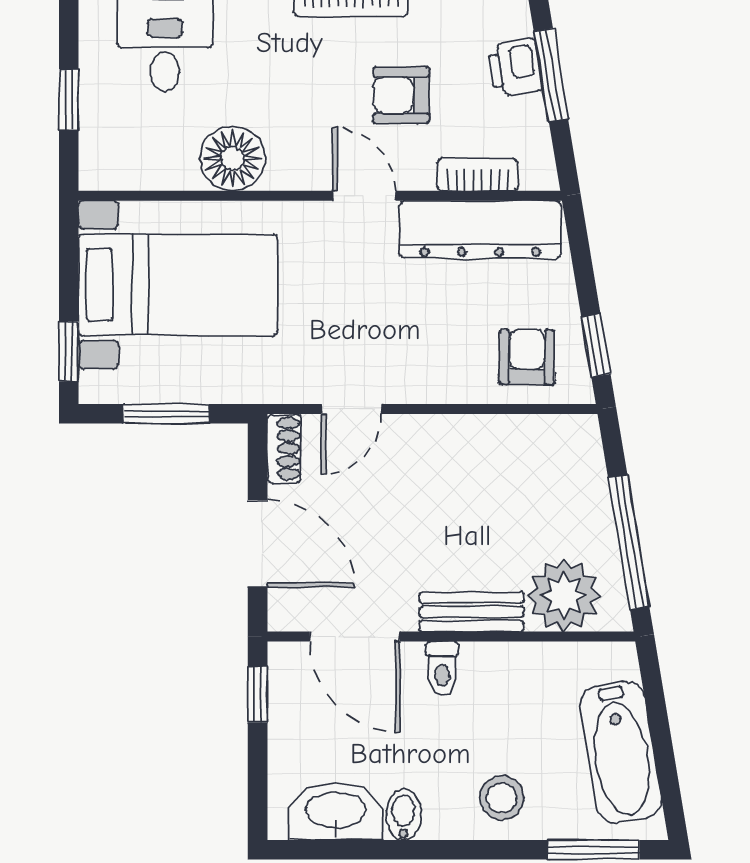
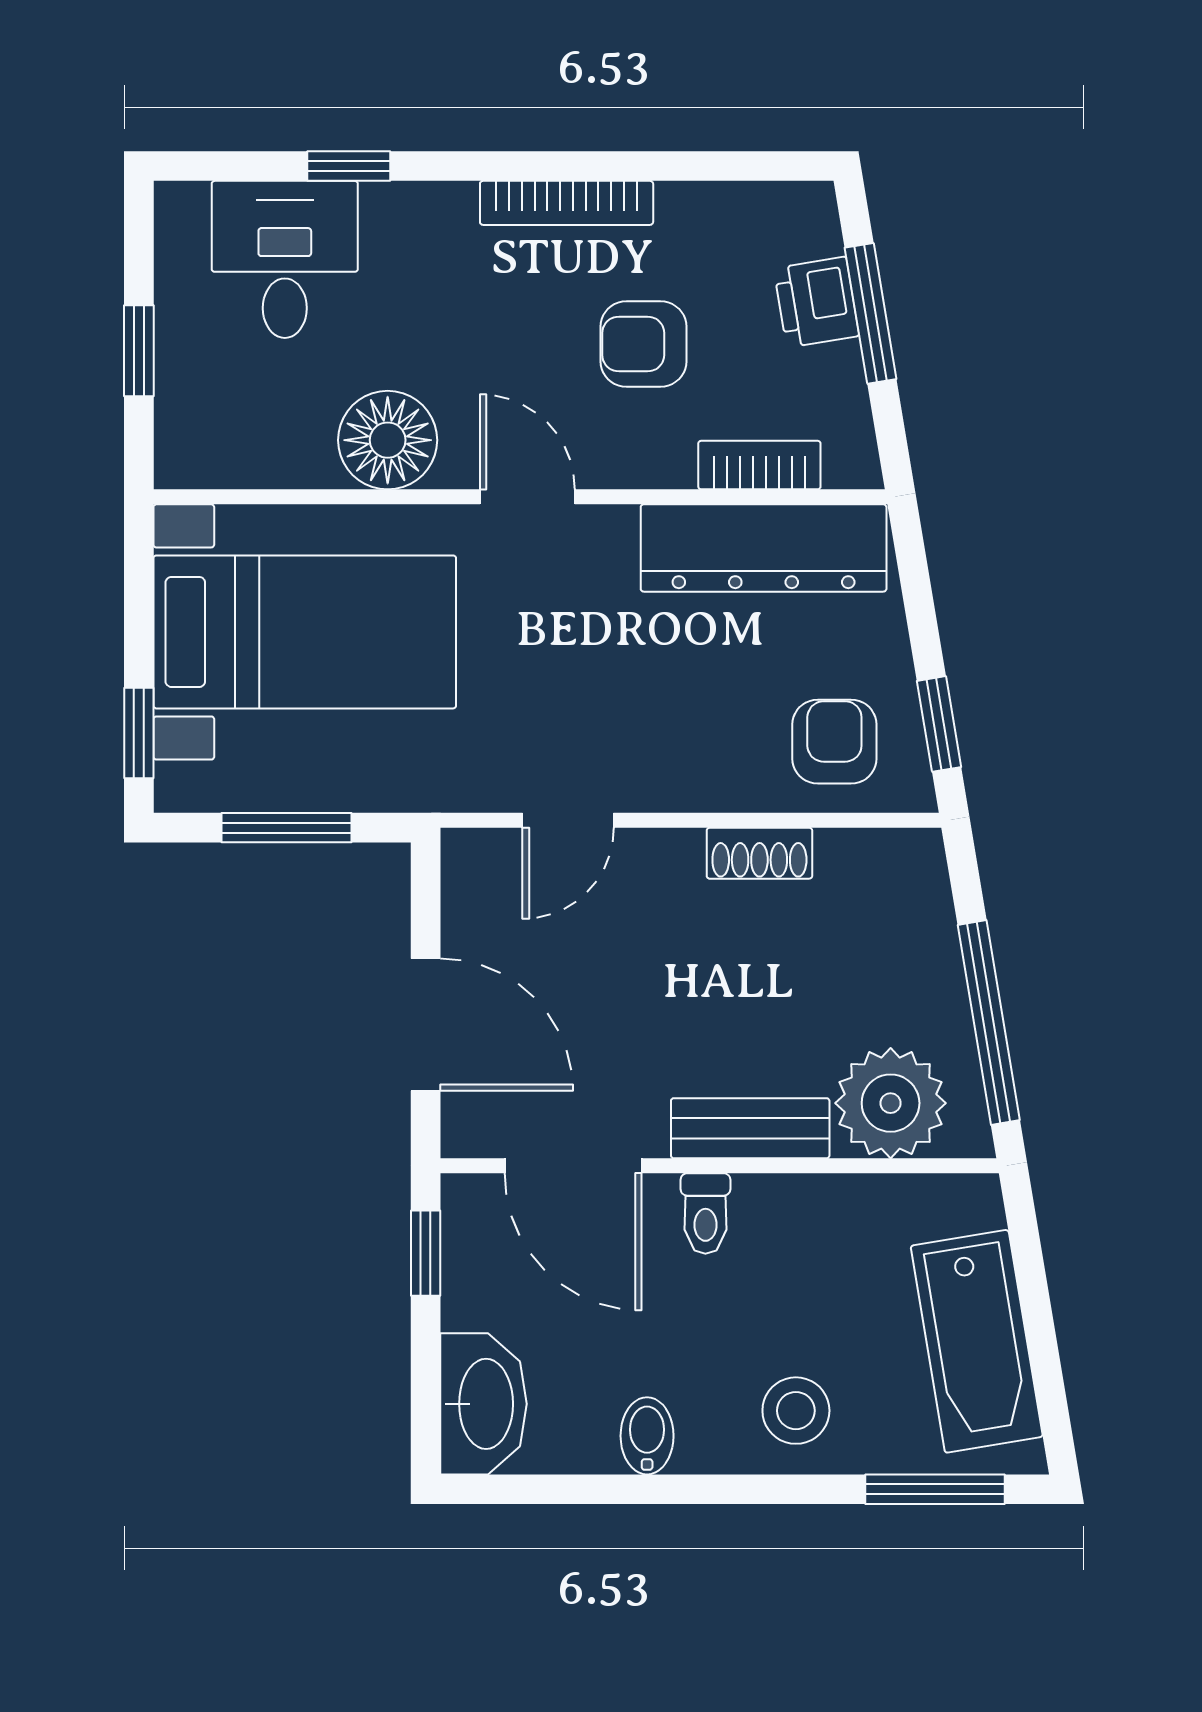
door: (364, 196) -> (527, 497), moved
shoe rack: (284, 448) -> (759, 853), moved, turned 90
washbasin: (336, 812) -> (483, 1404), moved, turned 90

